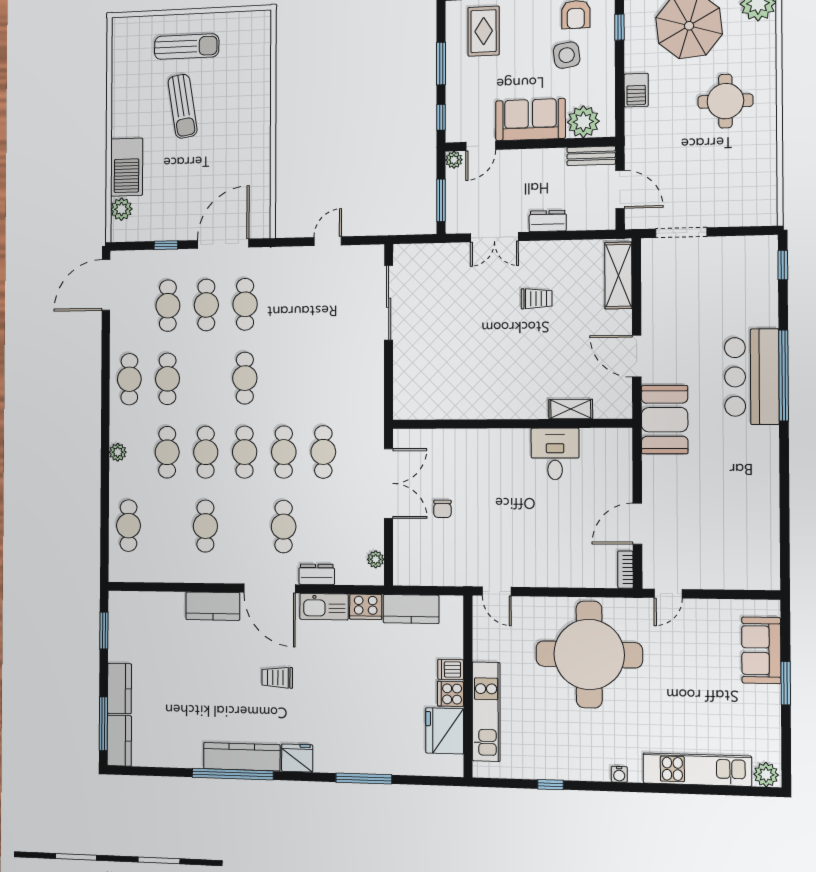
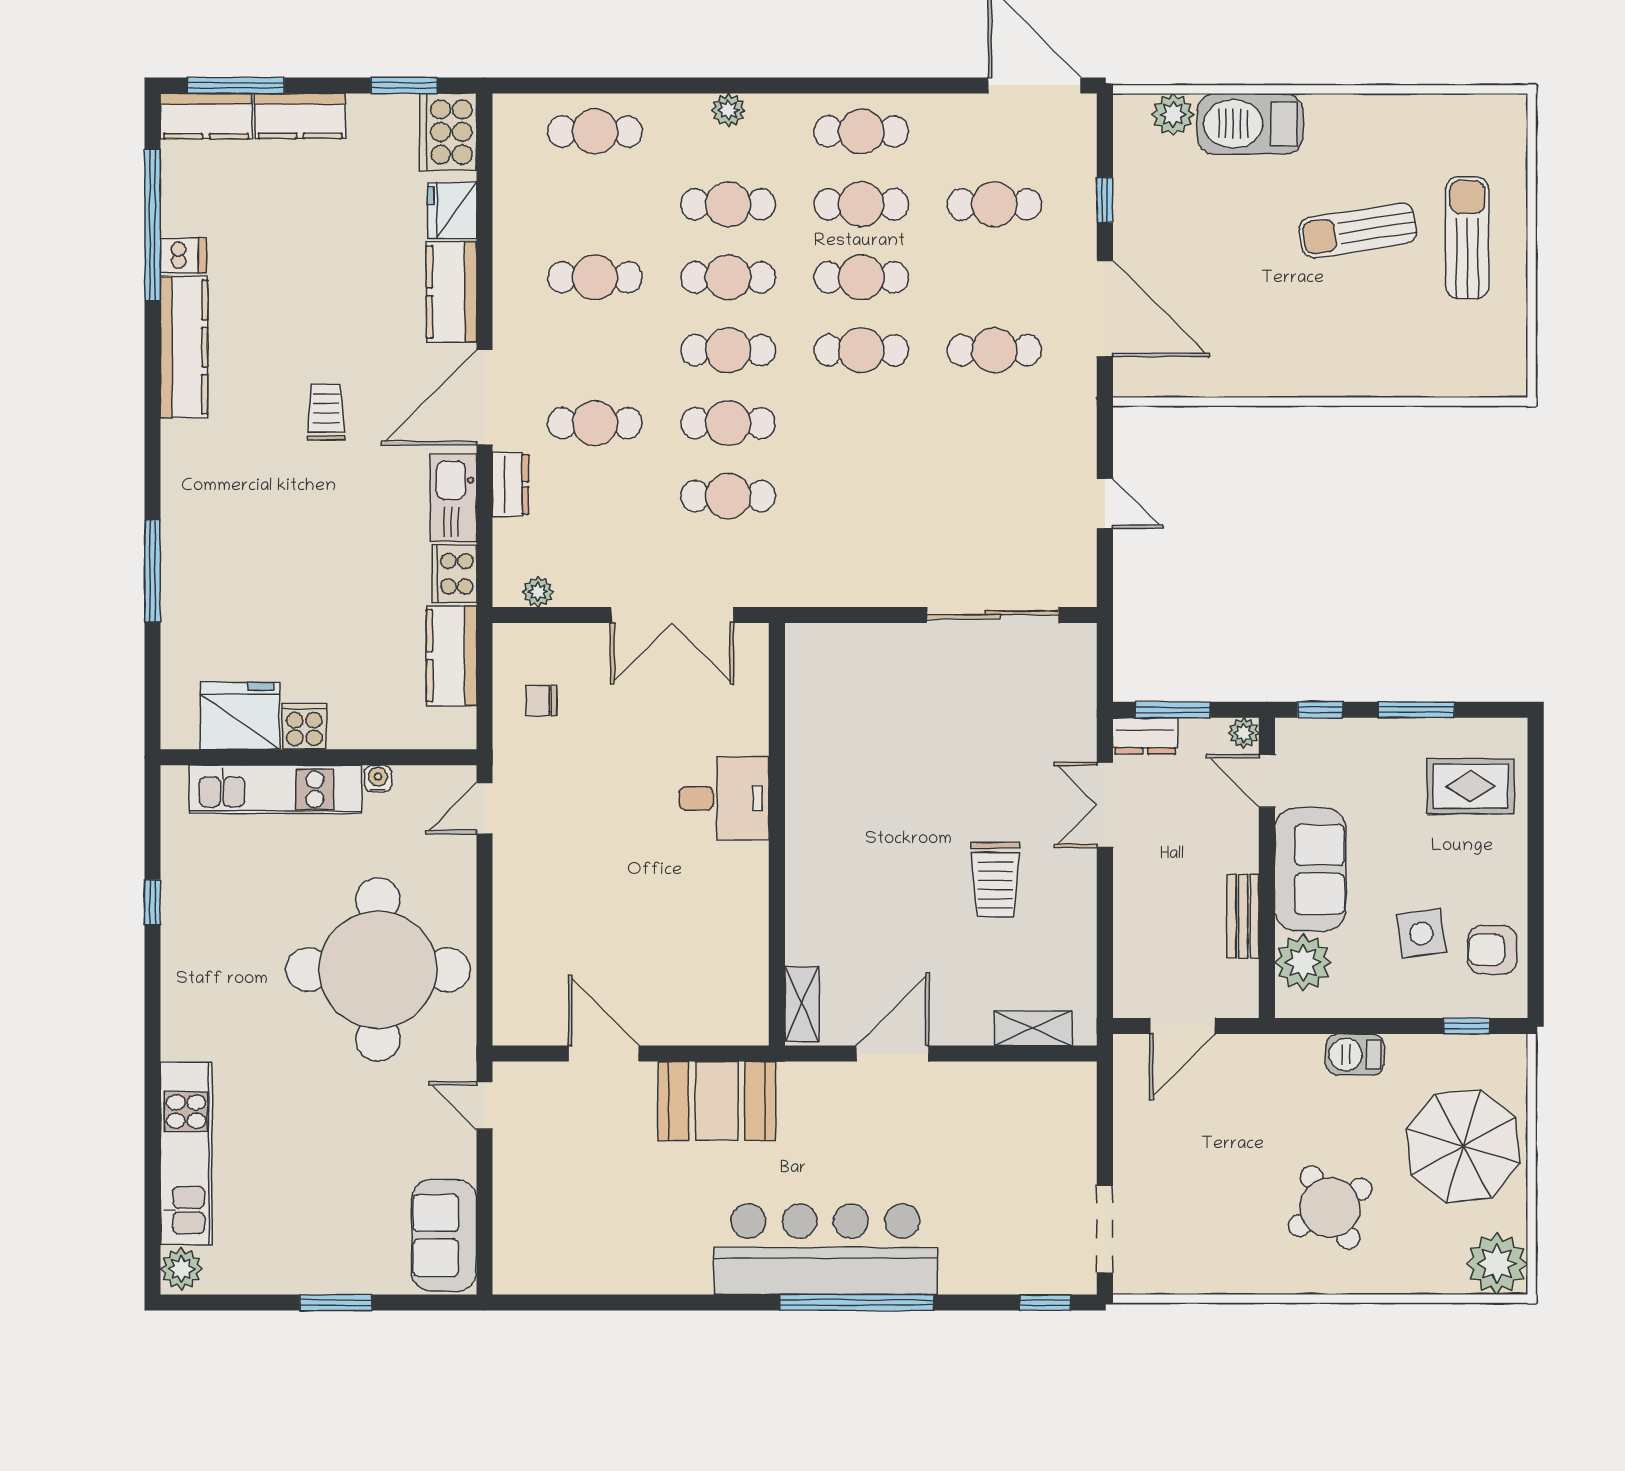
sun lounger: (187, 47) -> (1467, 238), turned 180
round table: (725, 101) -> (1330, 1208), turned -31
bench: (591, 156) -> (1243, 916), moved
dresser: (548, 221) -> (1145, 736), moved, turned 90
doorway: (681, 233) -> (1105, 1229), moved
shelving: (618, 275) -> (1033, 1028), width x0.67, depth x0.75
trolley: (537, 299) -> (995, 880), width x1.36, depth x1.39
cafe table: (206, 305) -> (861, 277), moved
bar counter: (752, 377) -> (825, 1249), width x1.36
shelving: (571, 409) -> (802, 1004), moved
booth: (665, 420) -> (717, 1101), moved
desk: (555, 454) -> (724, 798), moved
chair: (442, 509) -> (541, 701), moved
bookcase: (625, 570) -> (525, 1033), removed
cooker: (128, 607) -> (448, 132), added
sofa: (761, 650) -> (444, 1235), moved, turned -90
dishwasher: (451, 669) -> (183, 255), moved, turned 90
fridge: (297, 758) -> (452, 210), moved, turned 180
window: (233, 774) -> (153, 225), moved
water cooler: (619, 774) -> (378, 779), moved, turned 90

